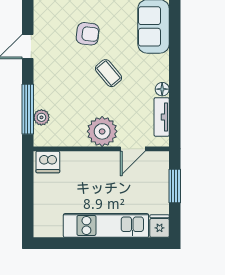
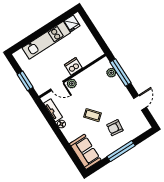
plant: (102, 131) -> (72, 84), width x0.53, depth x0.53
door: (133, 149) -> (57, 86), swing flipped
dishwasher: (48, 162) -> (73, 66), moved
fridge: (160, 226) -> (72, 23), moved

